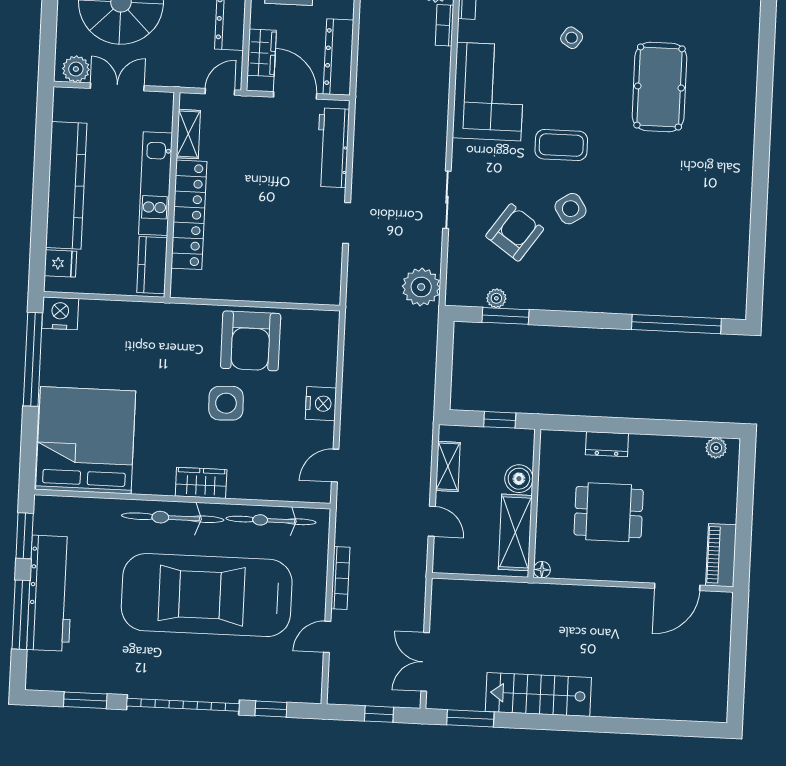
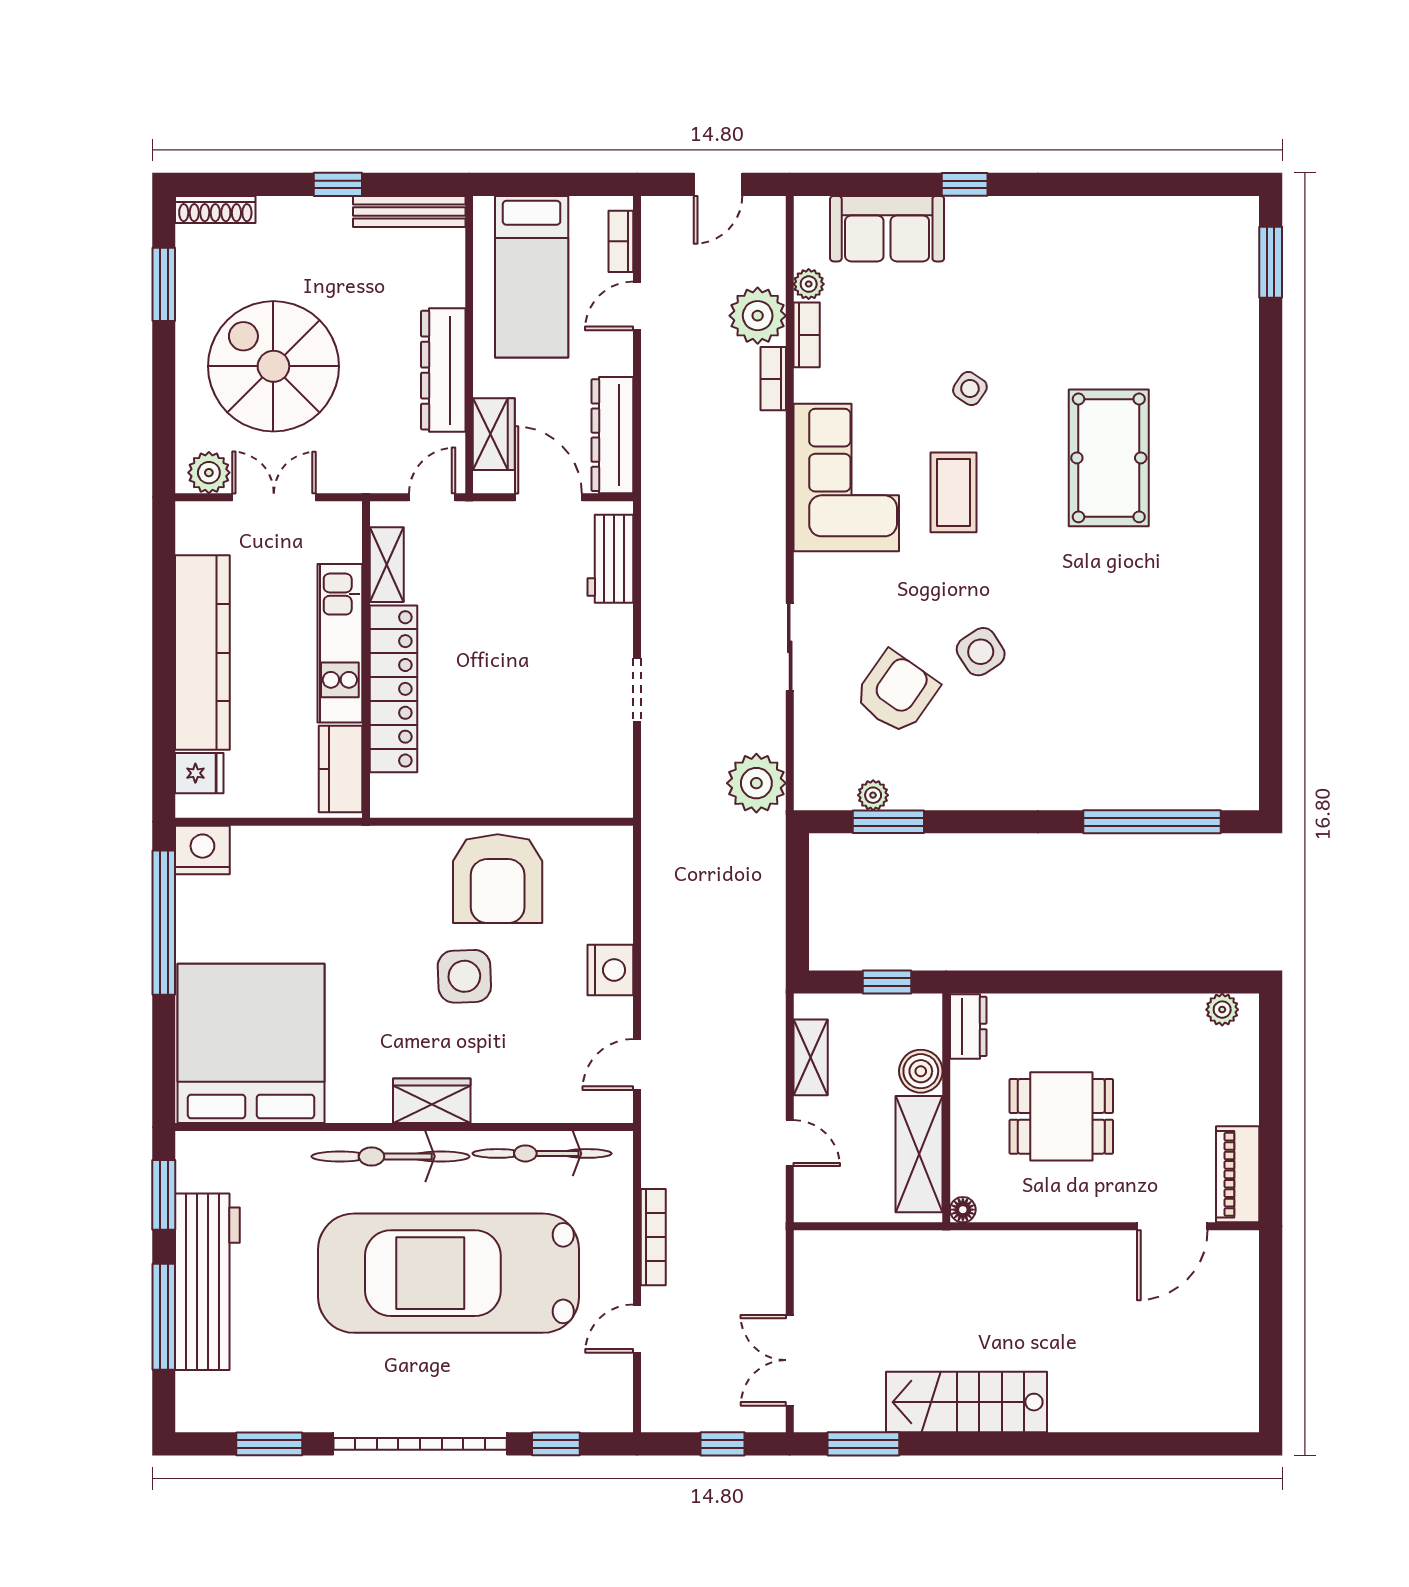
coffee table: (561, 145) -> (954, 492), moved, turned 90
workbench: (333, 148) -> (610, 559), width x0.73
dresser: (607, 444) -> (968, 1026), moved, turned -90

